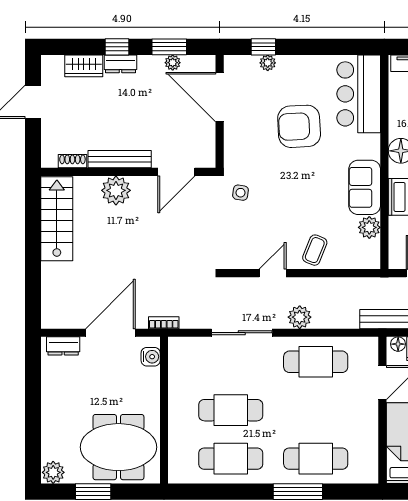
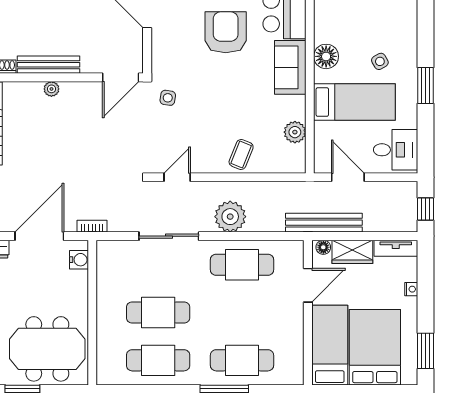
armchair: (299, 126) -> (226, 32), turned 93
door: (176, 172) -> (121, 77), moved
sofa: (365, 187) -> (290, 67), moved
plant: (116, 190) -> (51, 89), width x0.53, depth x0.53
door: (273, 273) -> (177, 177), moved
plant: (300, 317) -> (230, 217), width x1.36, depth x1.36

